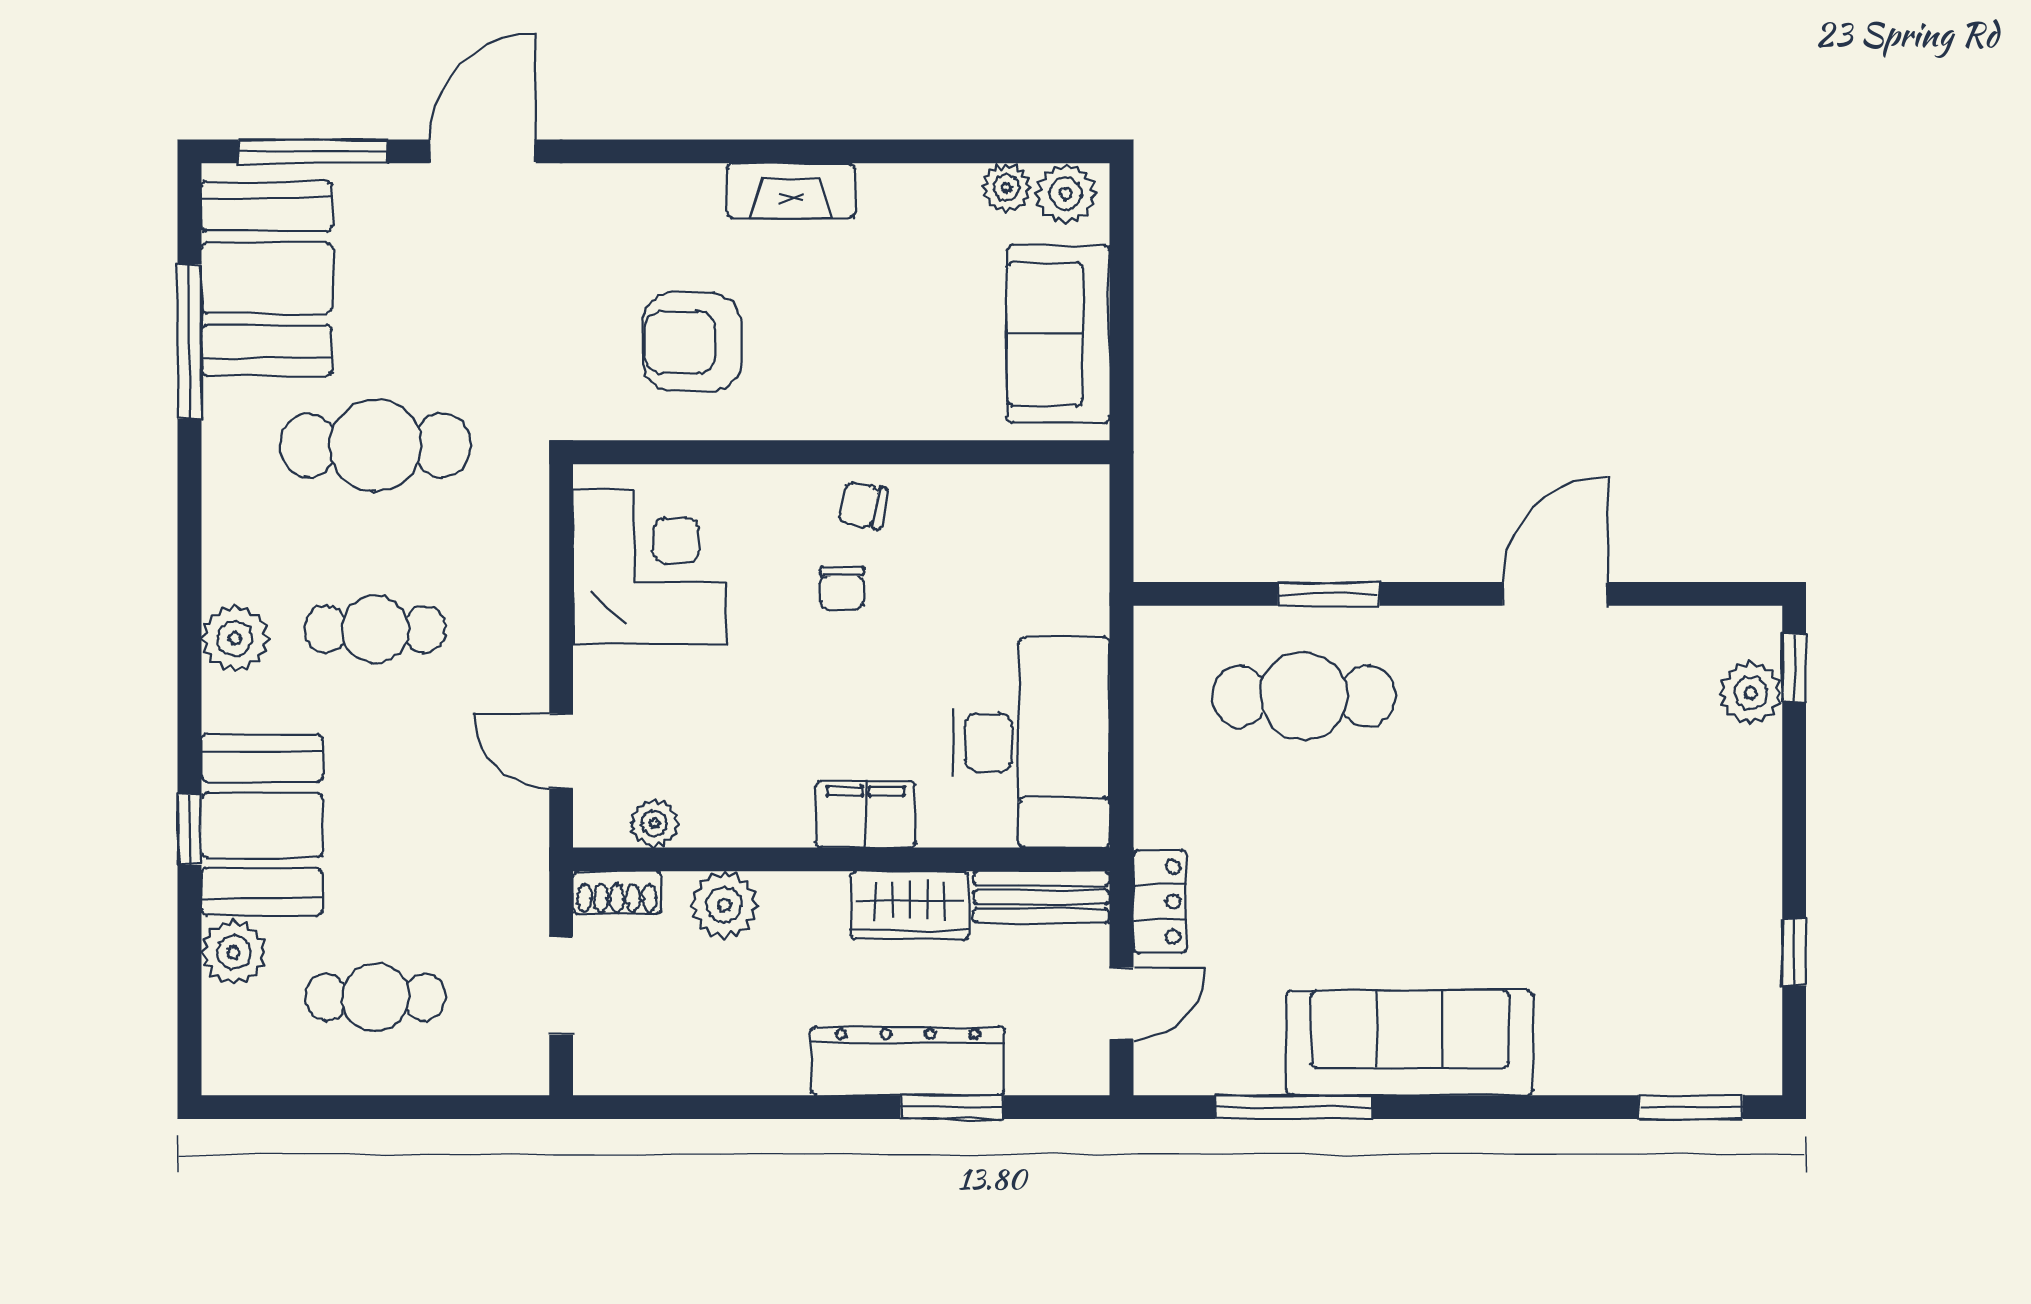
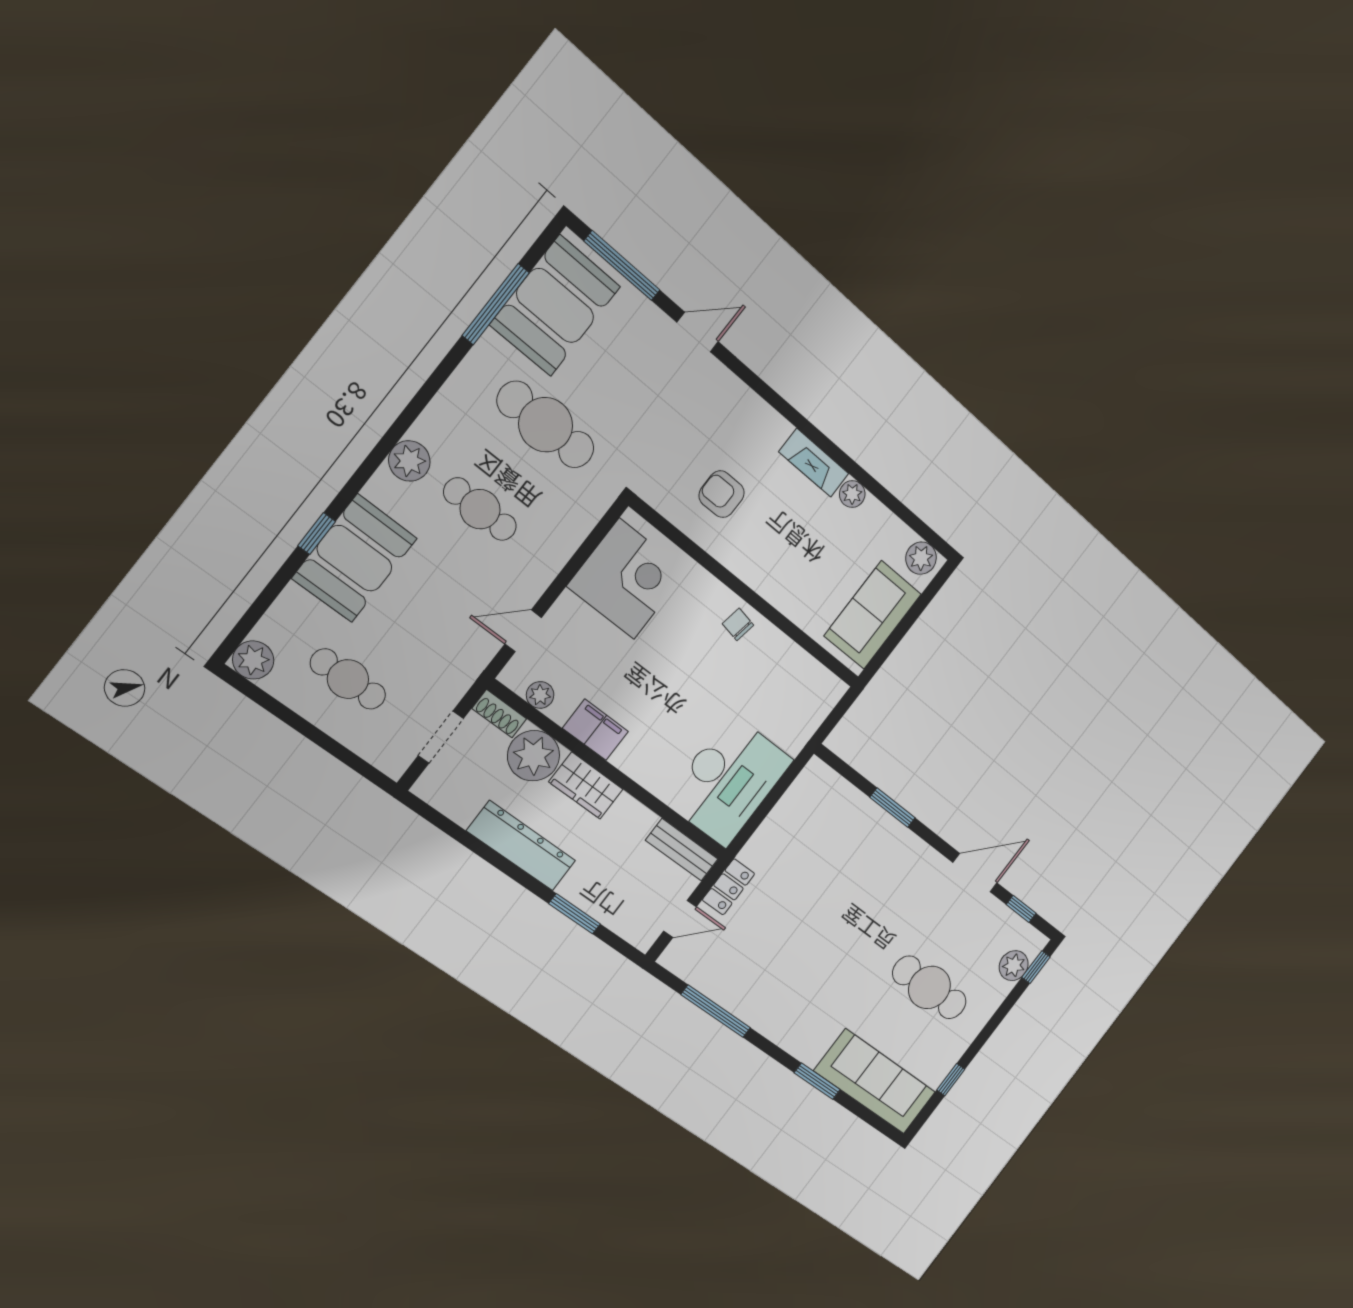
door: (483, 151) -> (698, 332), width x0.73
plant: (1006, 188) -> (852, 494), moved
armchair: (692, 342) -> (722, 494), width x0.72, depth x0.72
chair: (842, 589) -> (702, 654), removed
window: (1686, 594) -> (1021, 909), added
cafe table: (1304, 696) -> (929, 987), moved
door: (561, 751) -> (523, 631), hinge flipped
filing cabinet: (866, 814) -> (595, 730), moved
plant: (724, 905) -> (534, 756), width x1.36, depth x1.36
wardrobe: (910, 905) -> (586, 786), moved
plant: (234, 952) -> (253, 660), moved
sofa: (1410, 1043) -> (875, 1082), moved
dresser: (908, 1061) -> (521, 846), moved
window: (1691, 1107) -> (817, 1081), moved

